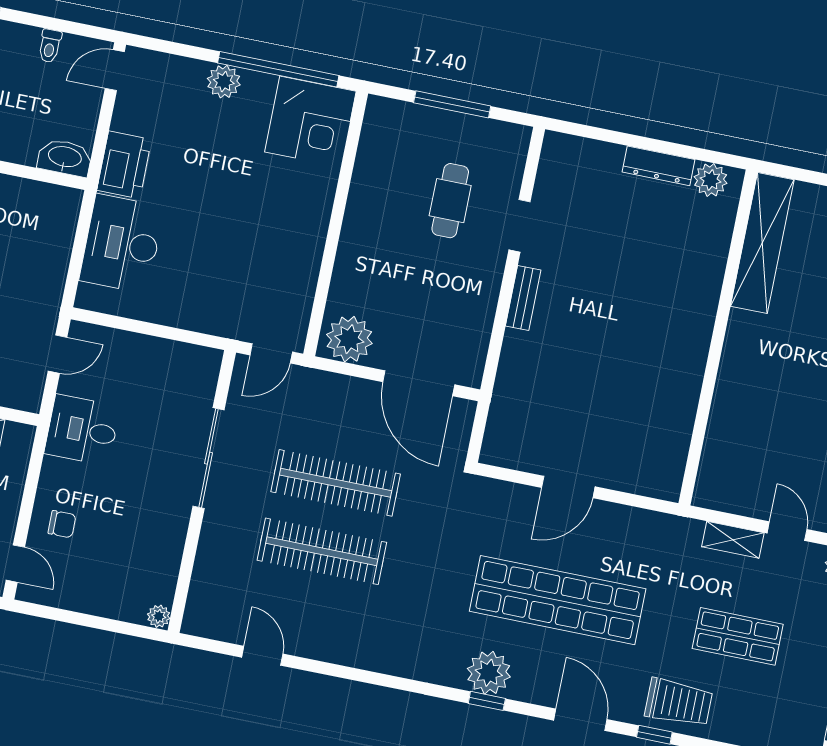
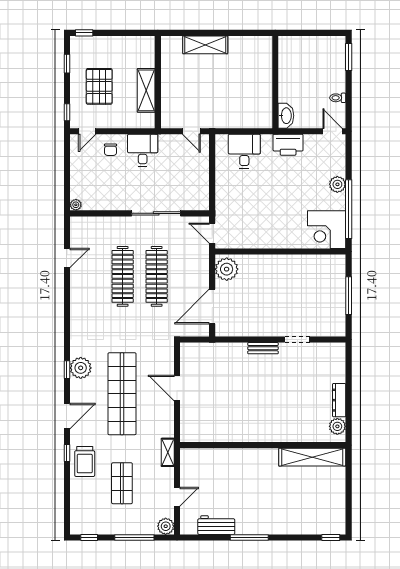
cafe table: (450, 201) -> (302, 304), removed
desk: (122, 244) -> (244, 151), width x0.73
desk: (82, 430) -> (143, 150), moved
shelving: (733, 540) -> (168, 452), moved

